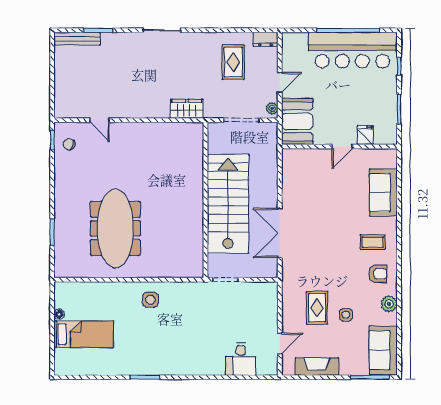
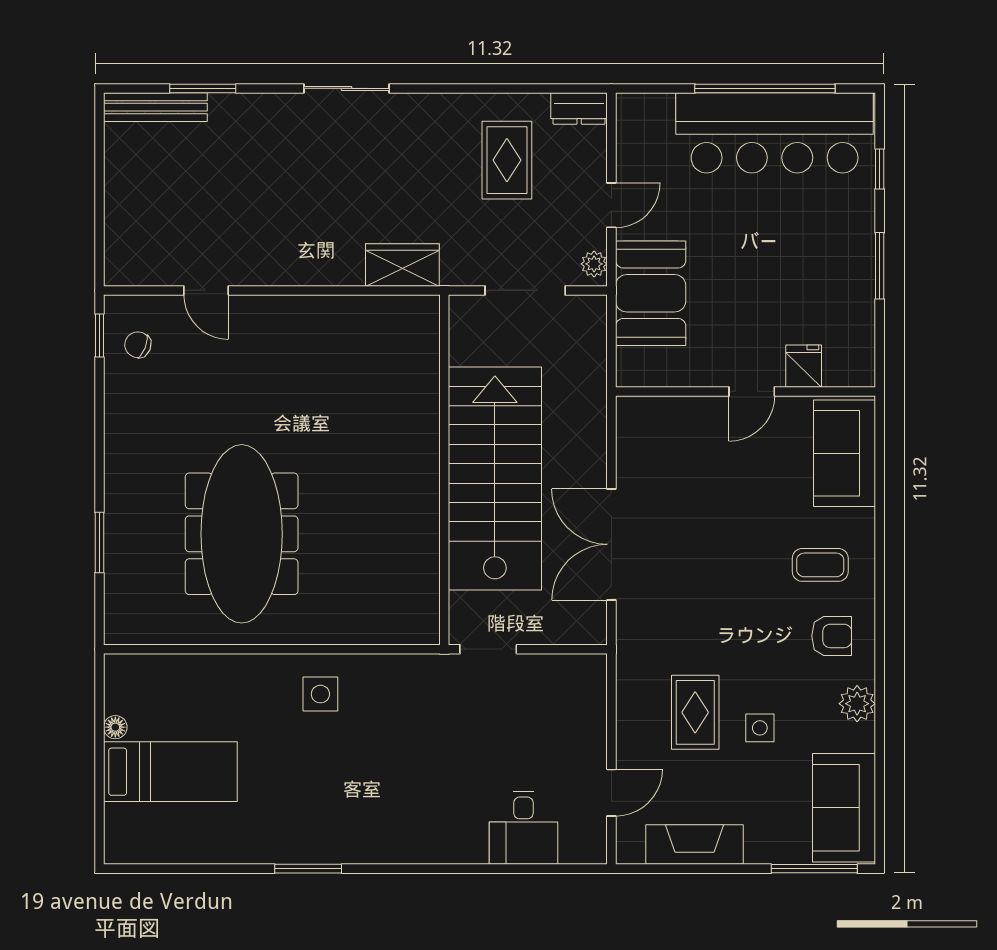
fridge: (365, 135) -> (804, 366), moved
wall: (339, 146) -> (745, 391), moved
door: (342, 146) -> (752, 391), moved

